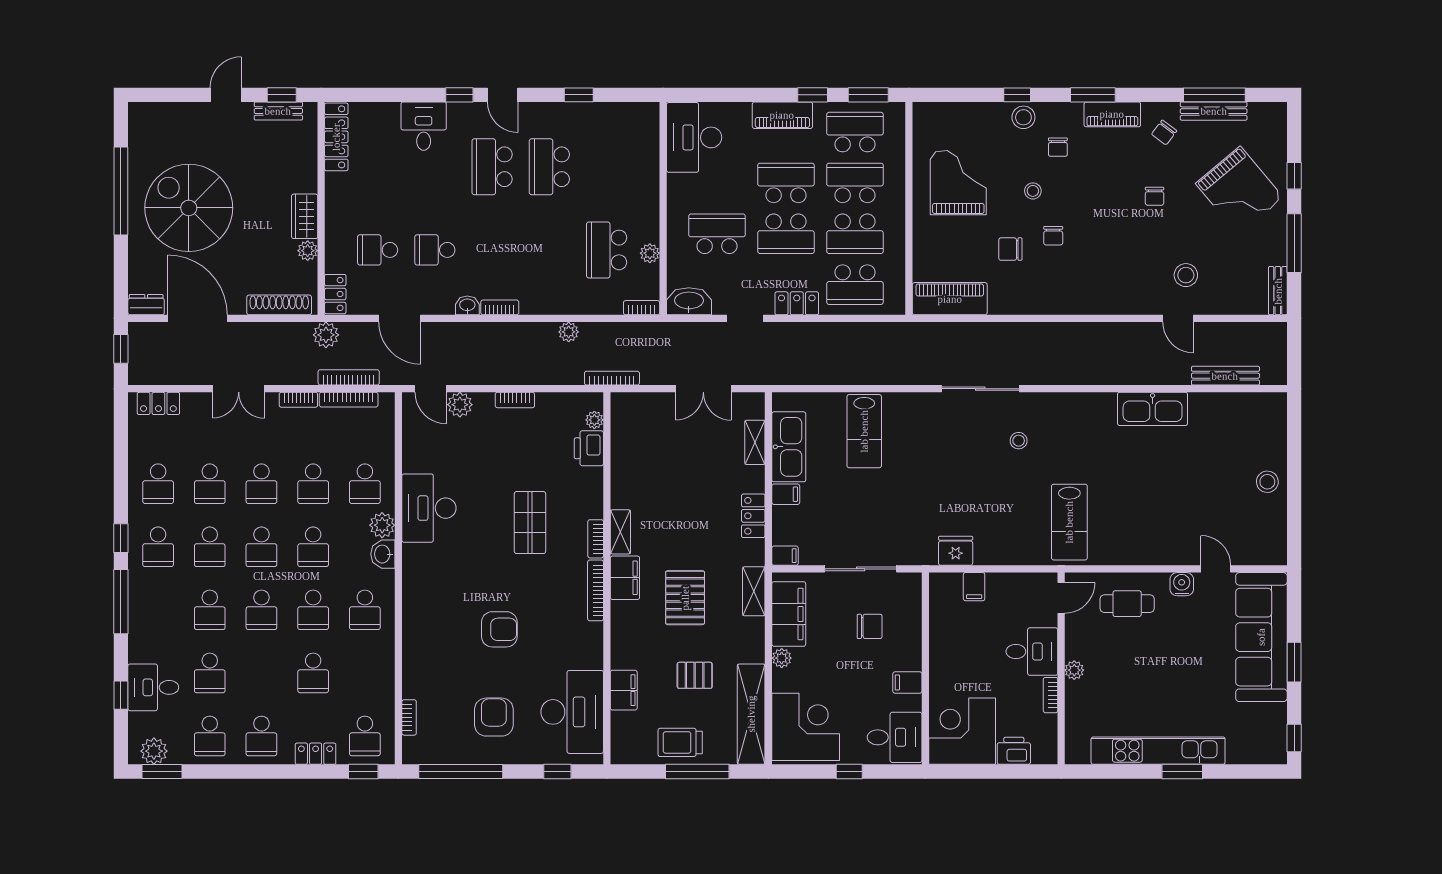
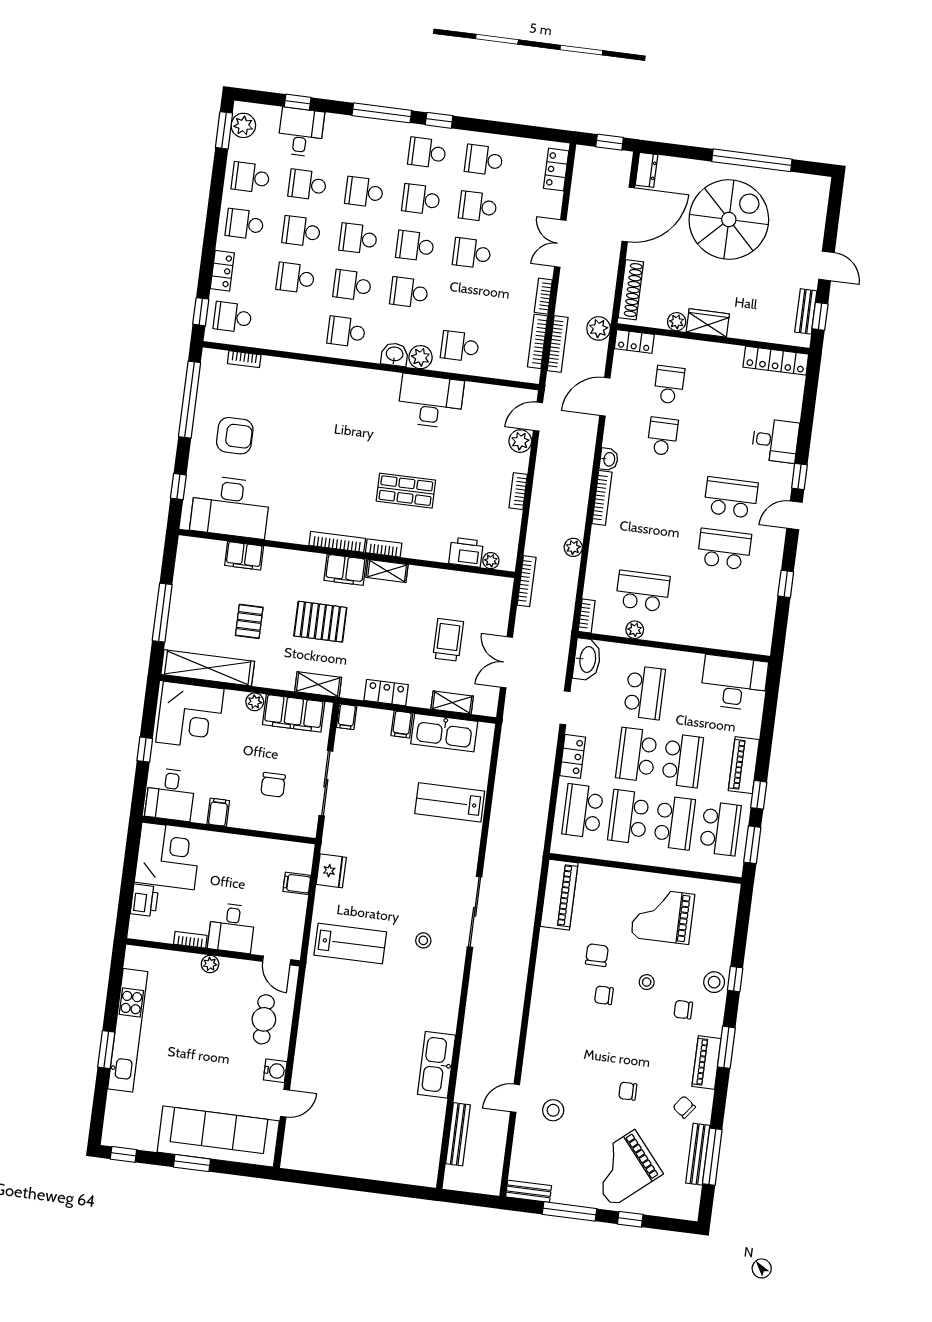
grand piano: (958, 183) -> (663, 916), turned 180
bookcase: (500, 307) -> (602, 498), width x1.56
stool: (1267, 482) -> (358, 1160), removed
school desk: (313, 484) -> (301, 231), moved
lab bench: (1069, 522) -> (350, 944), moved, turned 180
armchair: (499, 629) -> (313, 451), removed
trolley: (680, 742) -> (448, 640), moved

